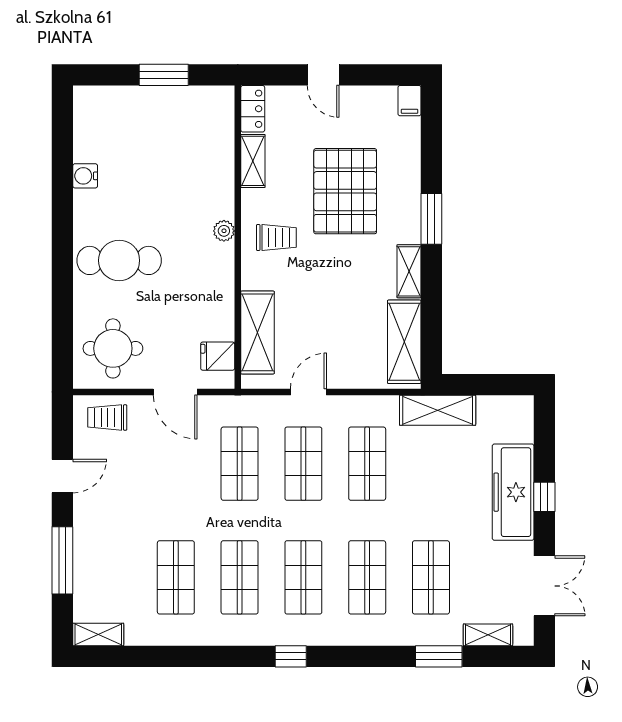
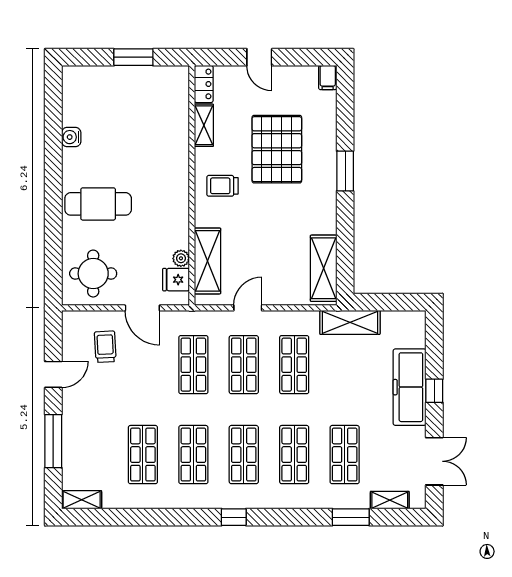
plant: (224, 231) -> (181, 258), moved
trolley: (276, 237) -> (222, 186), turned 180
shelving: (409, 271) -> (327, 213), removed
trolley: (107, 417) -> (105, 347), moved, turned 87

